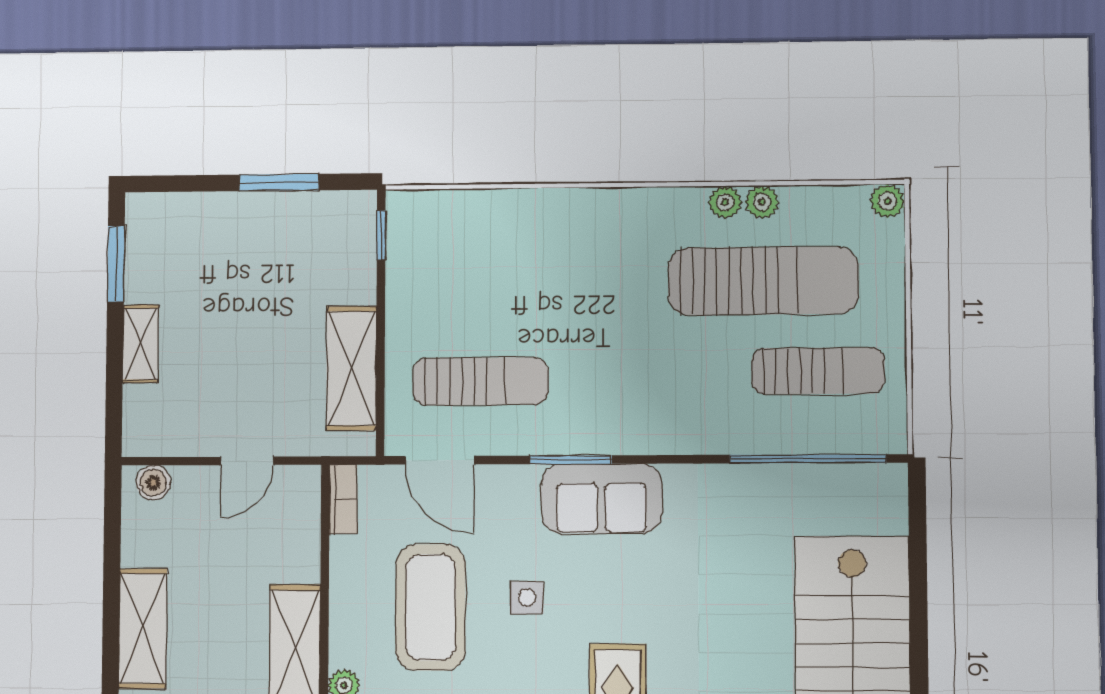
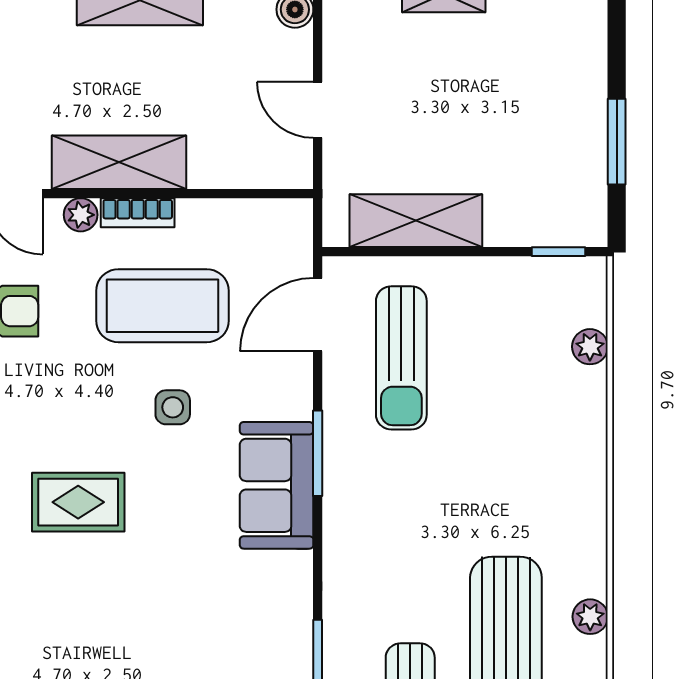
plant: (762, 202) -> (590, 347), moved
bookcase: (343, 499) -> (138, 213), moved

